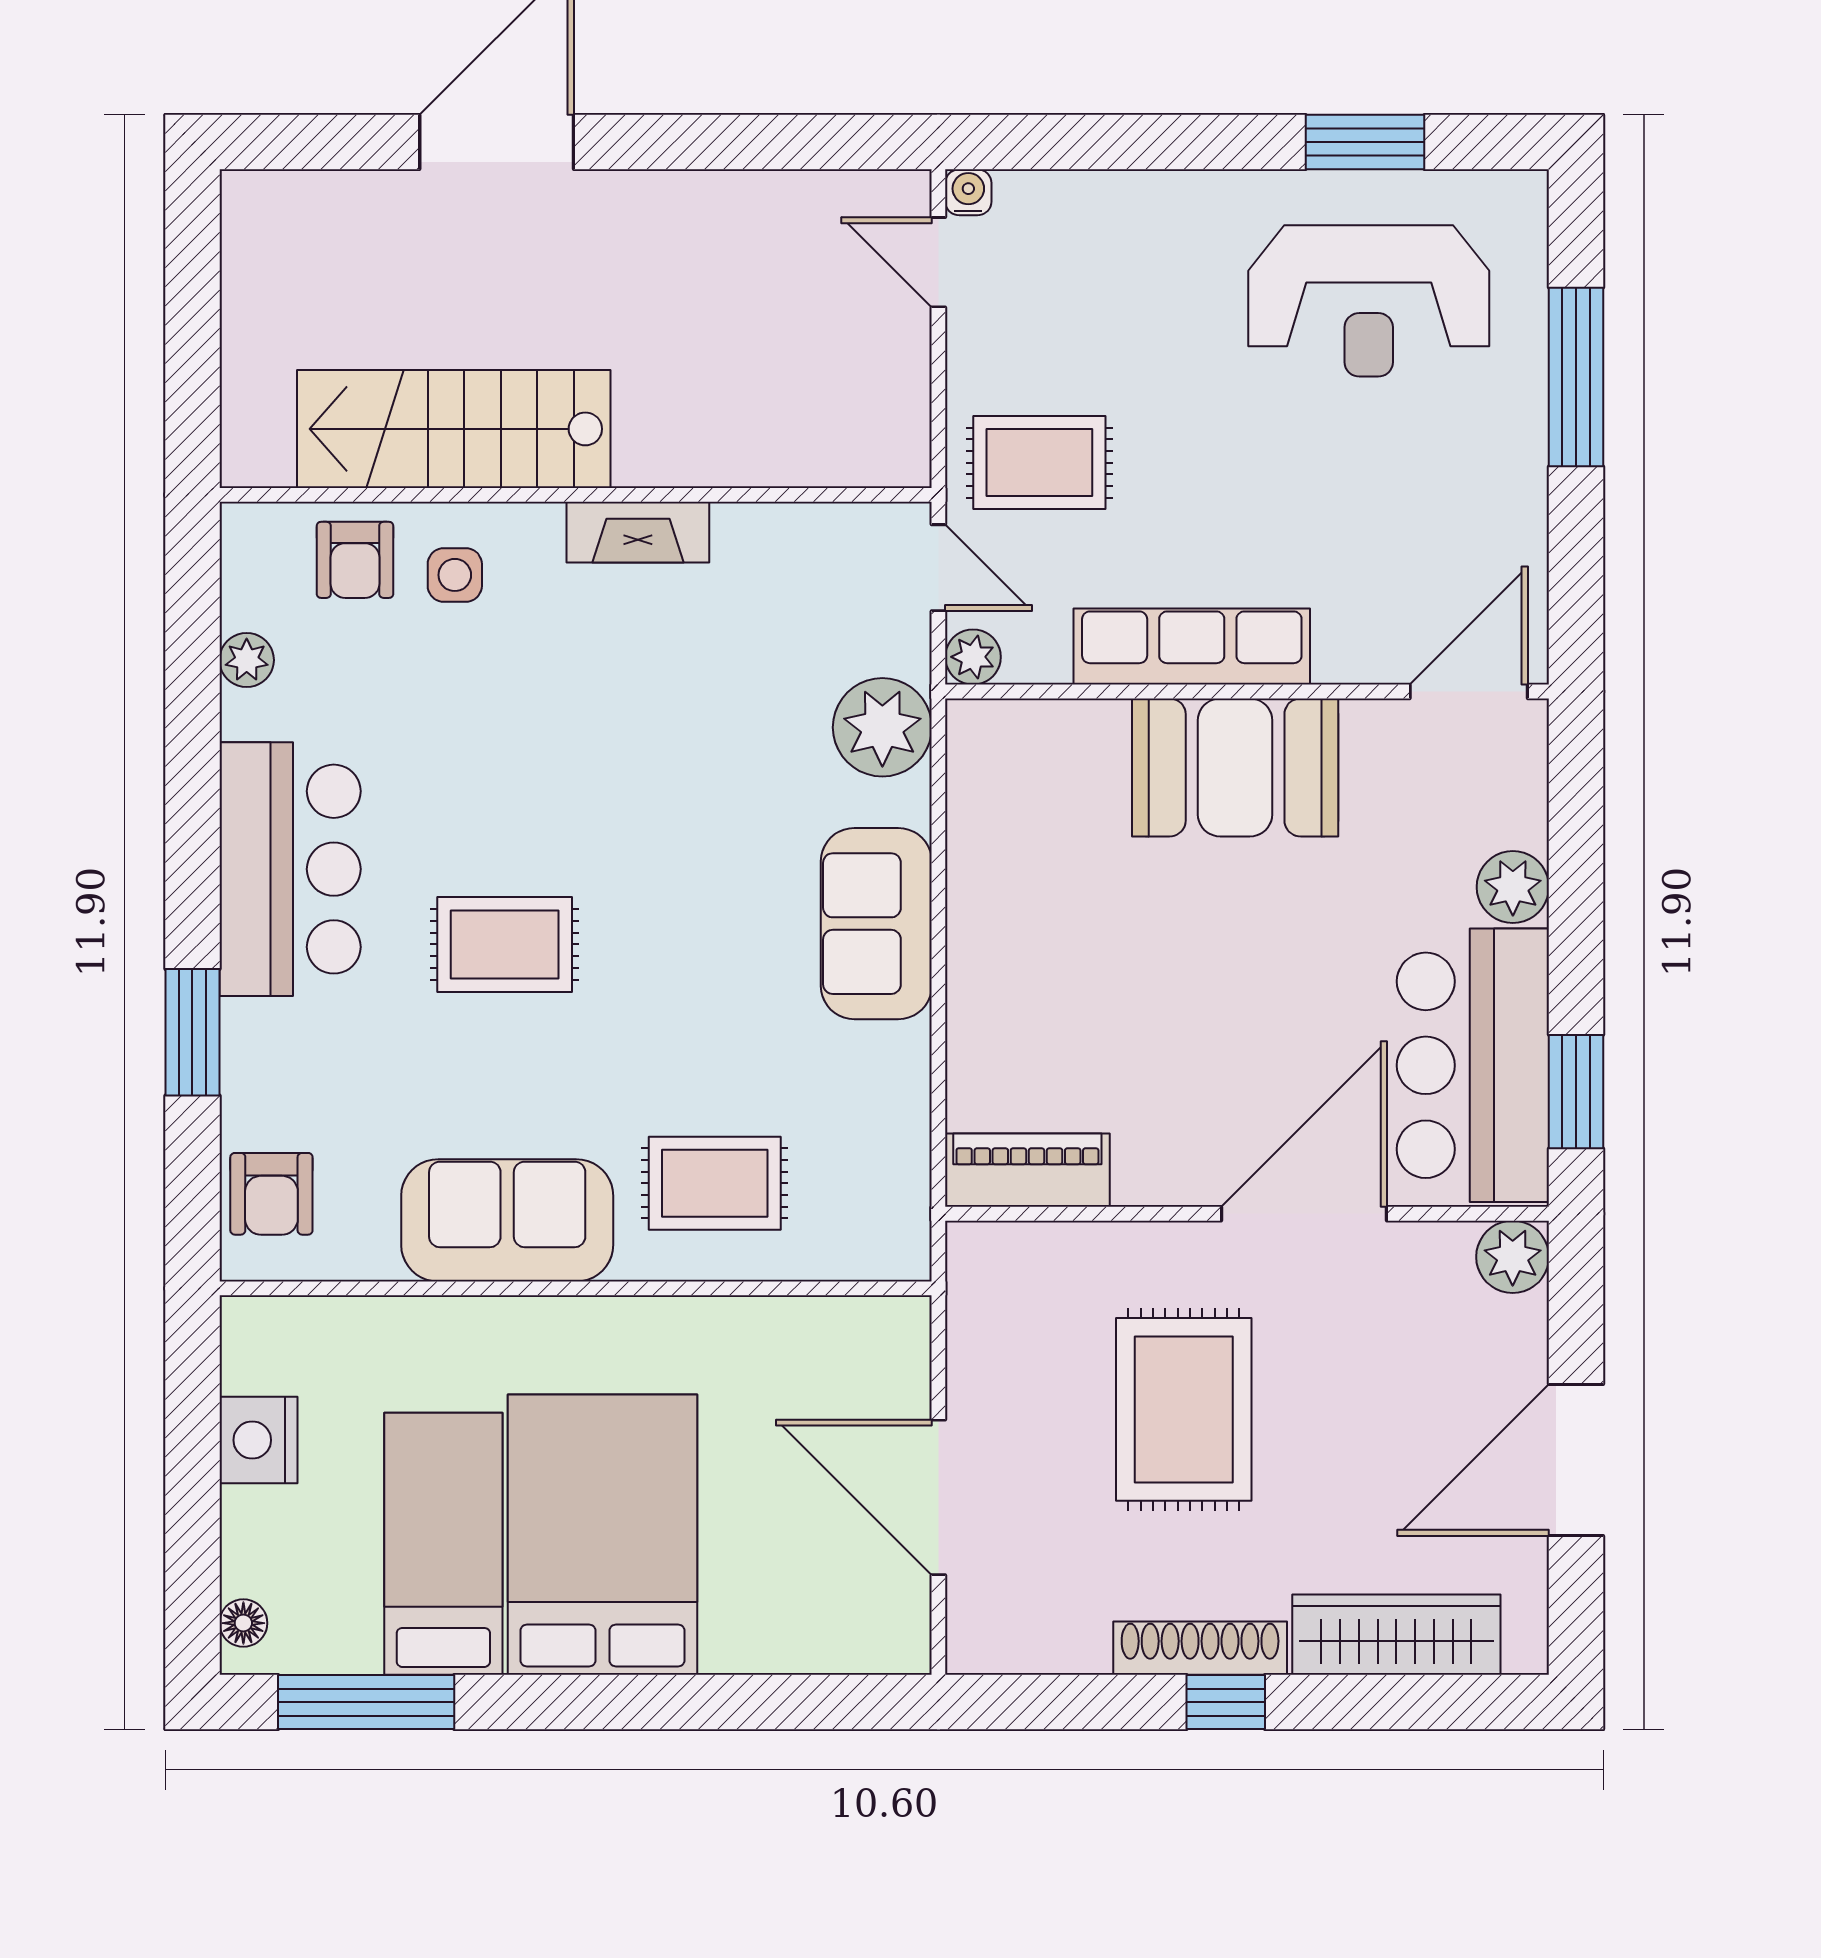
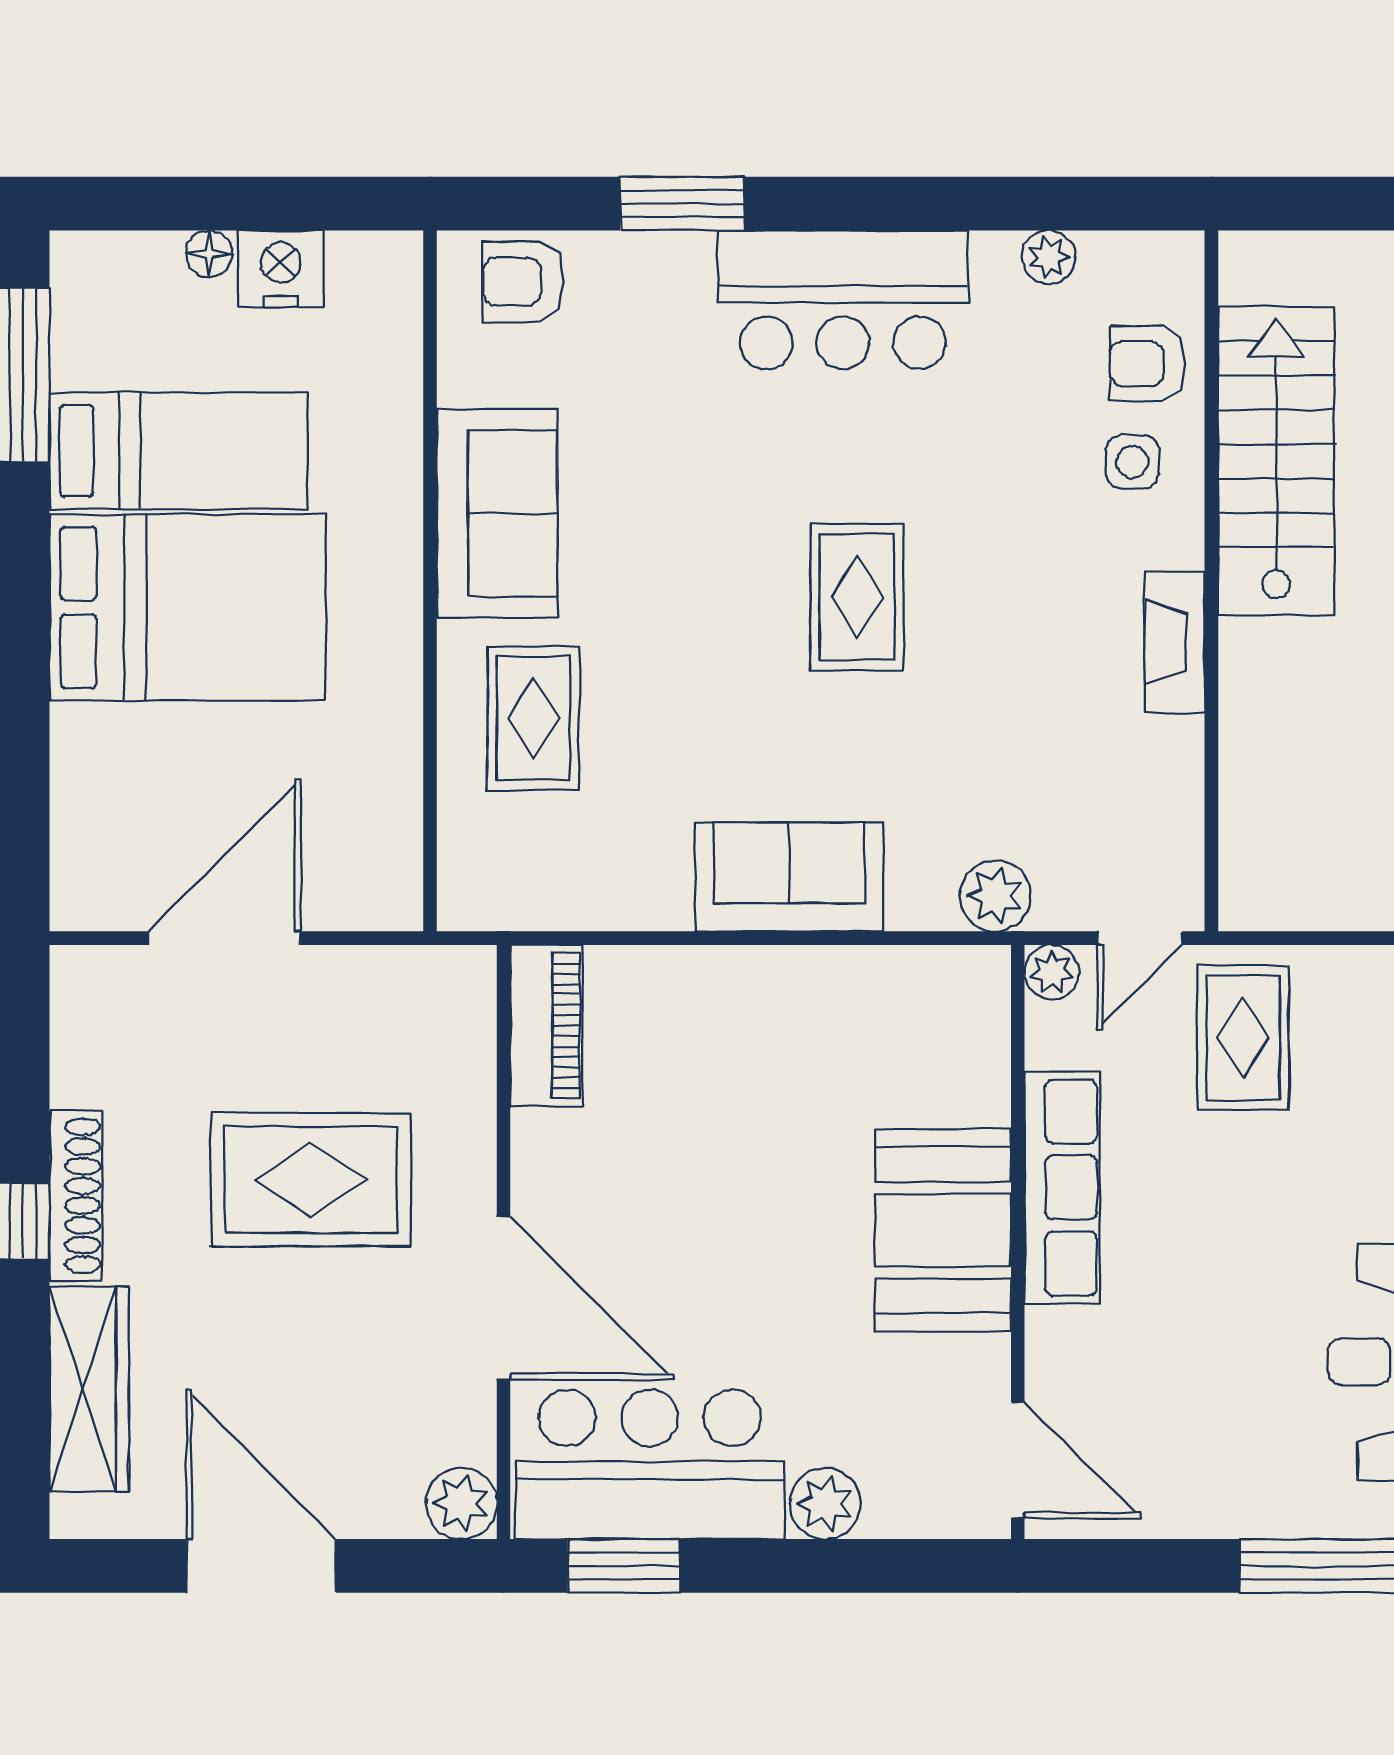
plant: (882, 727) -> (995, 896), width x0.73, depth x0.73
rug: (505, 944) -> (857, 597), moved
floor lamp: (243, 1623) -> (209, 254), moved

